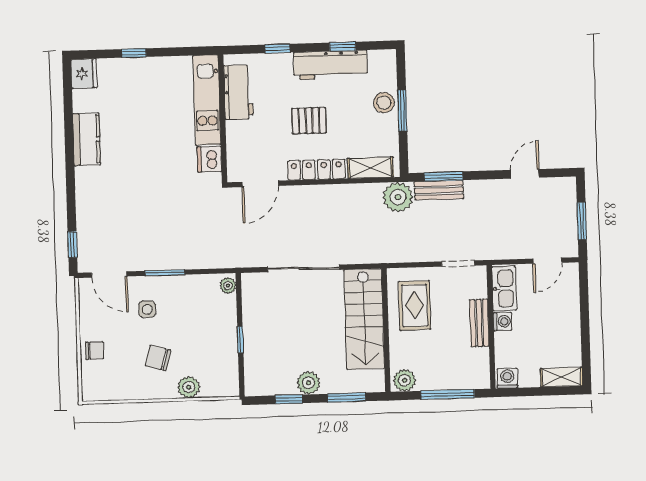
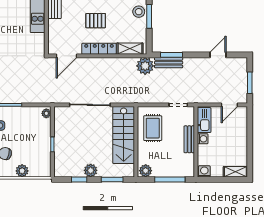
dishwasher: (209, 159) -> (38, 41), removed

